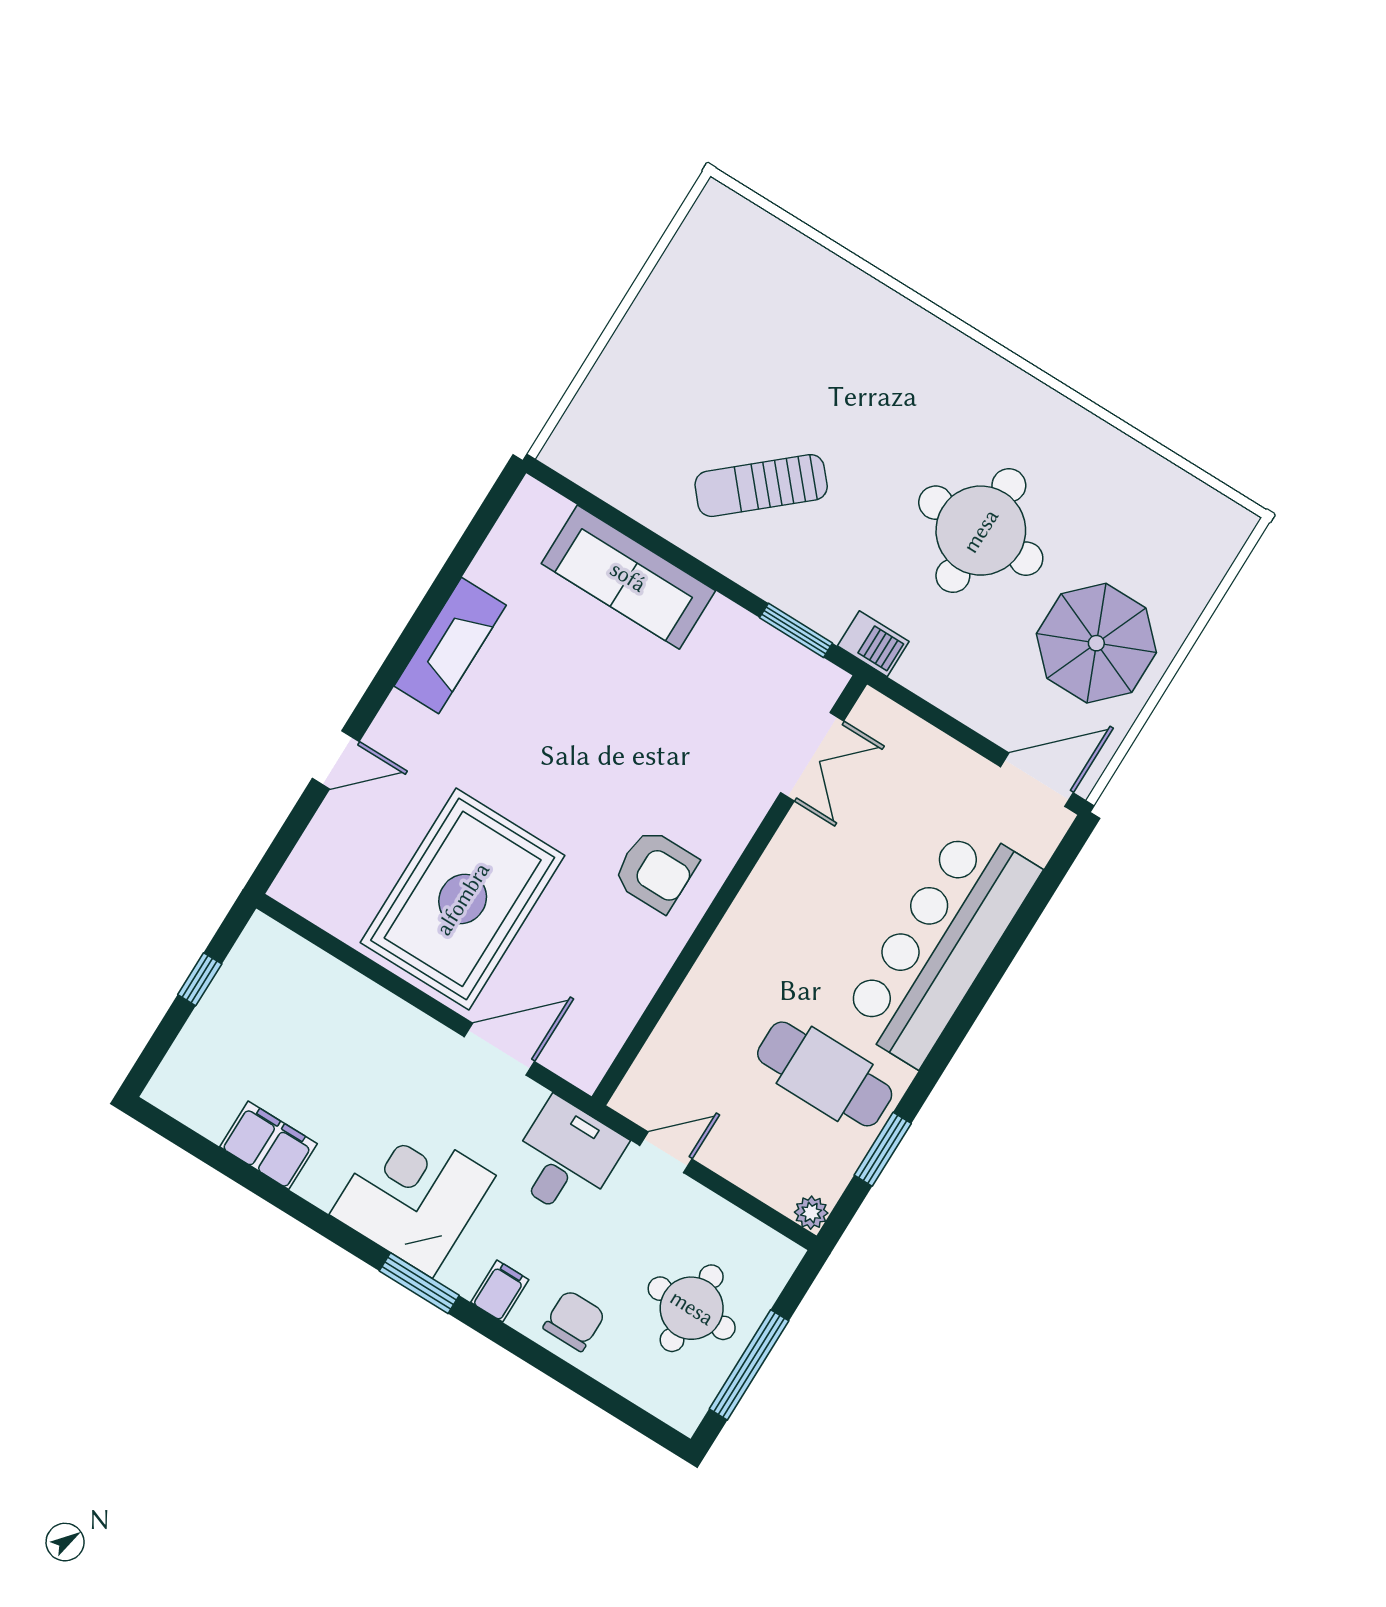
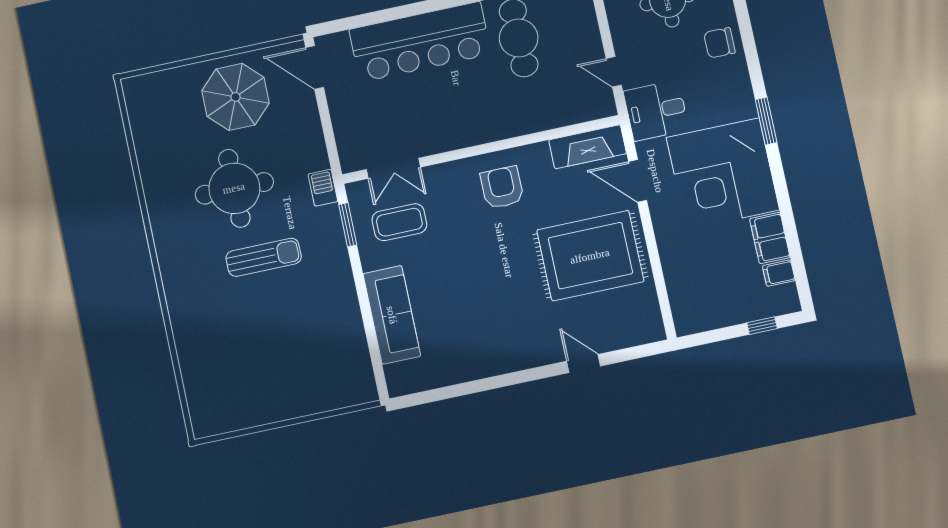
sun lounger: (761, 486) -> (264, 257), moved, turned -49
fireplace: (450, 646) -> (588, 147), moved, turned 180
coffee table: (736, 699) -> (399, 222), added
double door: (812, 757) -> (393, 168), swing flipped
window: (200, 979) -> (762, 326), moved
corner desk: (413, 1195) -> (723, 174), width x1.36, depth x1.36
filing cabinet: (500, 1291) -> (779, 273), moved

